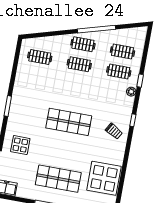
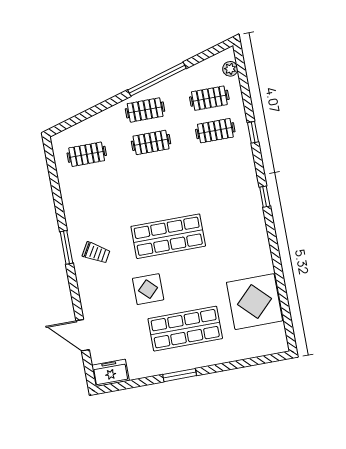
plant: (131, 92) -> (230, 69), moved
trolley: (114, 131) -> (96, 253), moved
display table: (20, 145) -> (148, 289), moved

